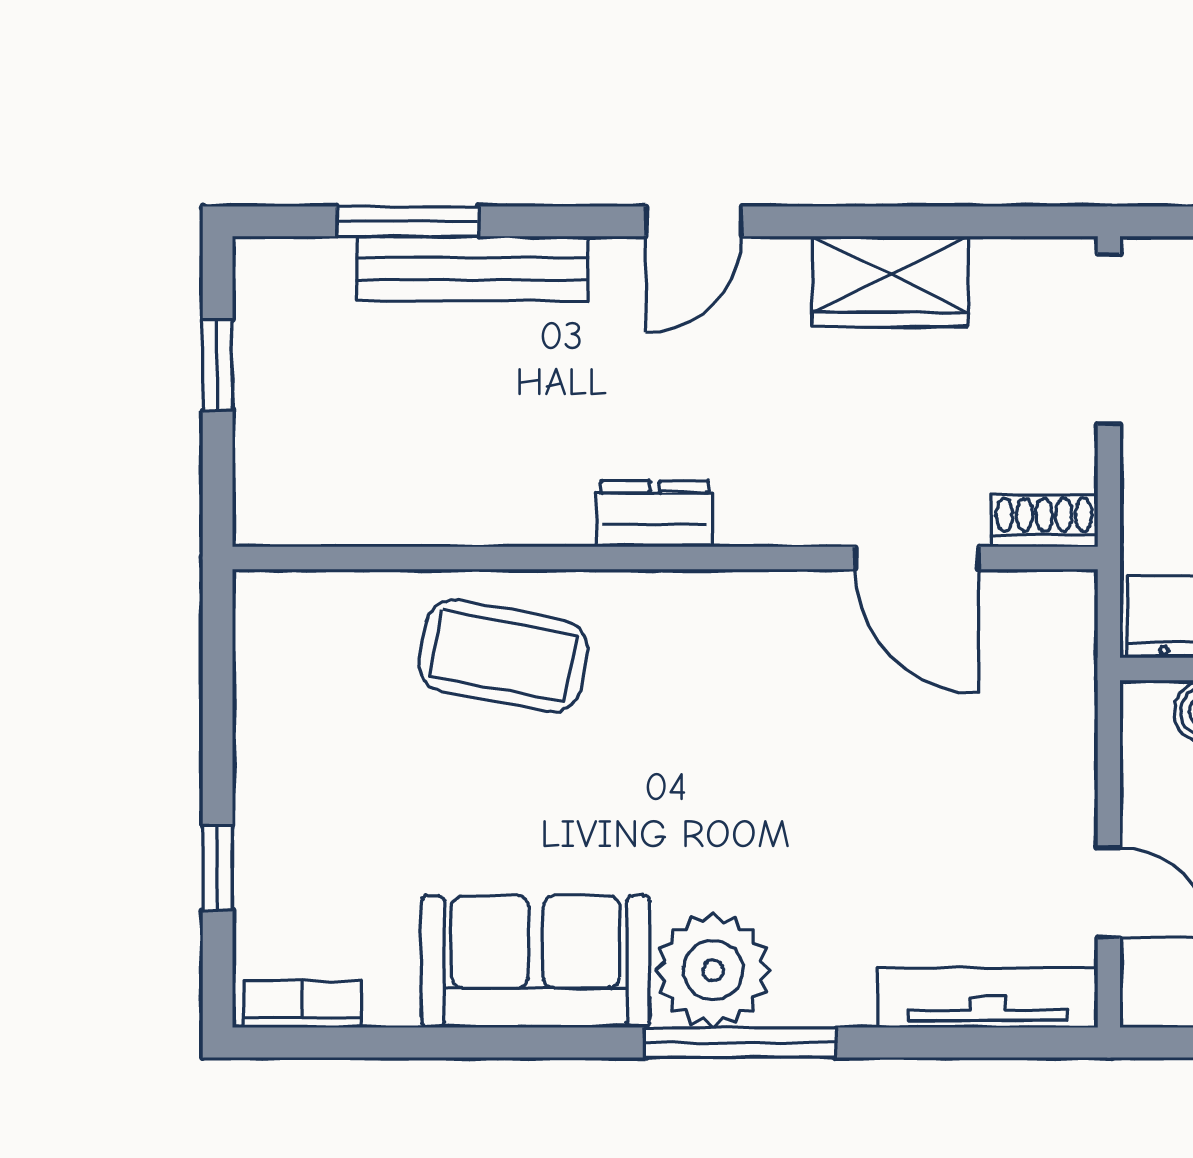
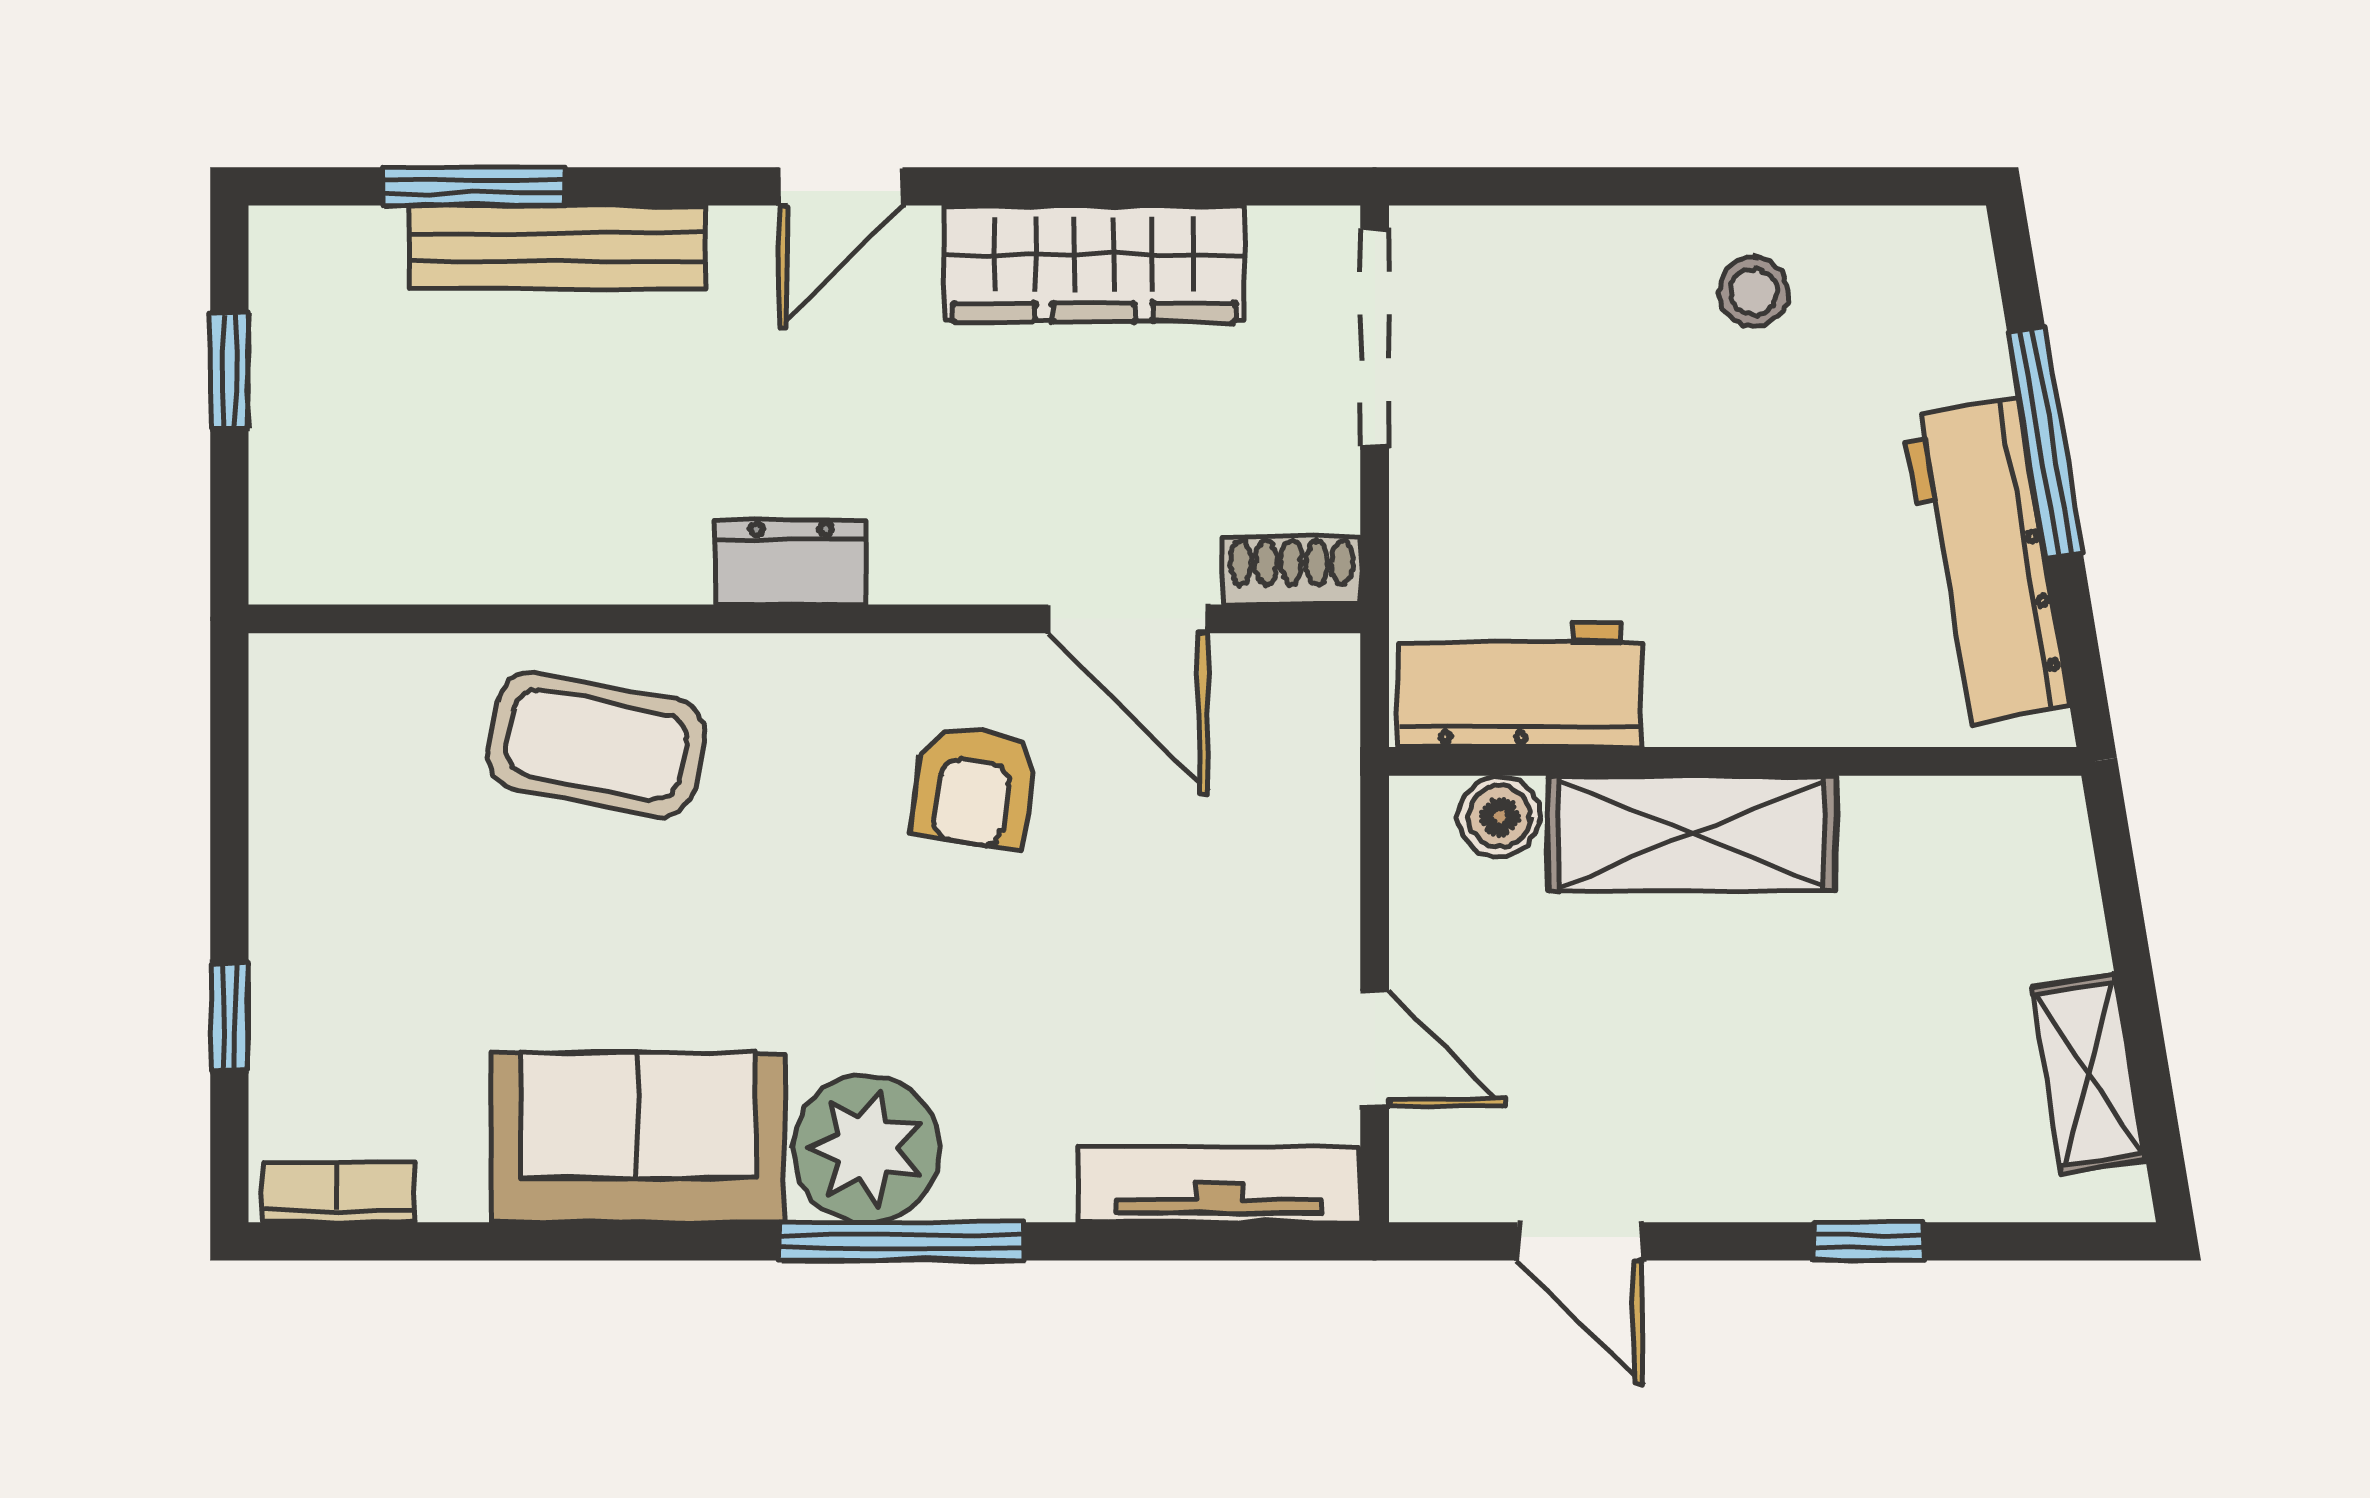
wardrobe: (890, 281) -> (1094, 264), width x1.50
armchair: (797, 688) -> (974, 786), added

